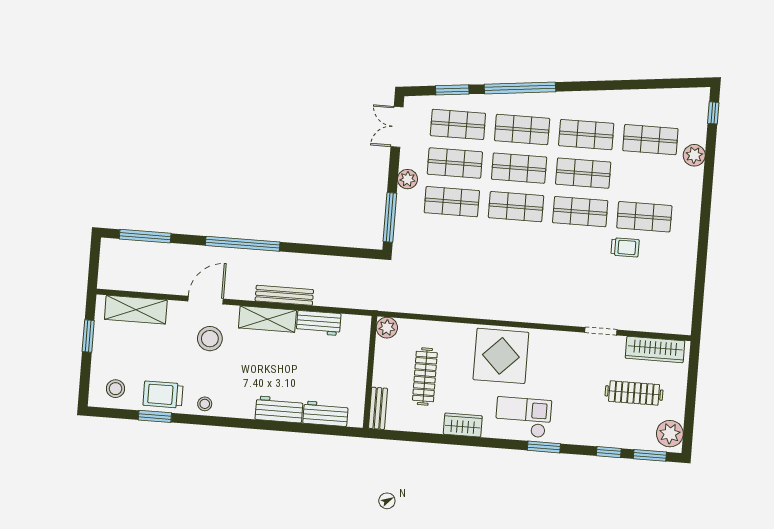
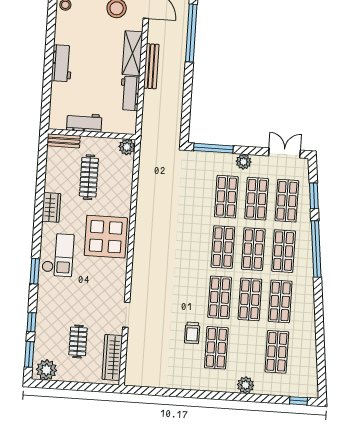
plant: (694, 155) -> (245, 385), moved
clothes rail: (425, 377) -> (89, 177), turned 90
clothes rail: (634, 393) -> (78, 341), width x0.73
workbench: (325, 414) -> (84, 123), moved, turned -90

